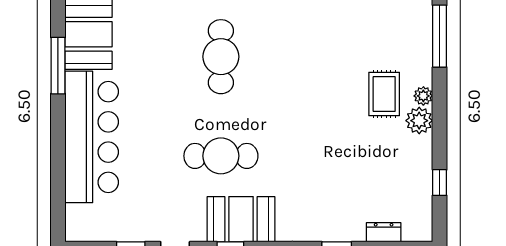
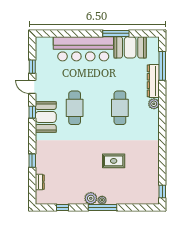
window: (440, 36) -> (103, 208), moved
cafe table: (221, 57) -> (120, 108), turned 90
rug: (384, 94) -> (114, 161), moved

